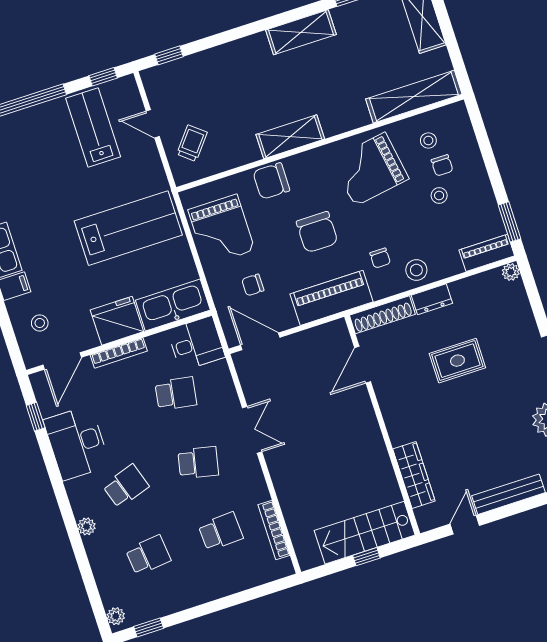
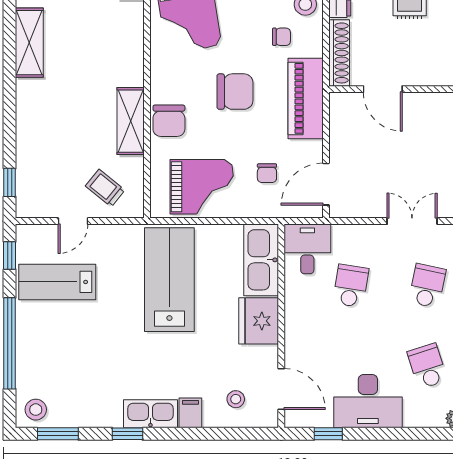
shelving: (290, 137) -> (131, 121), moved
bookcase: (119, 353) -> (292, 330), removed

